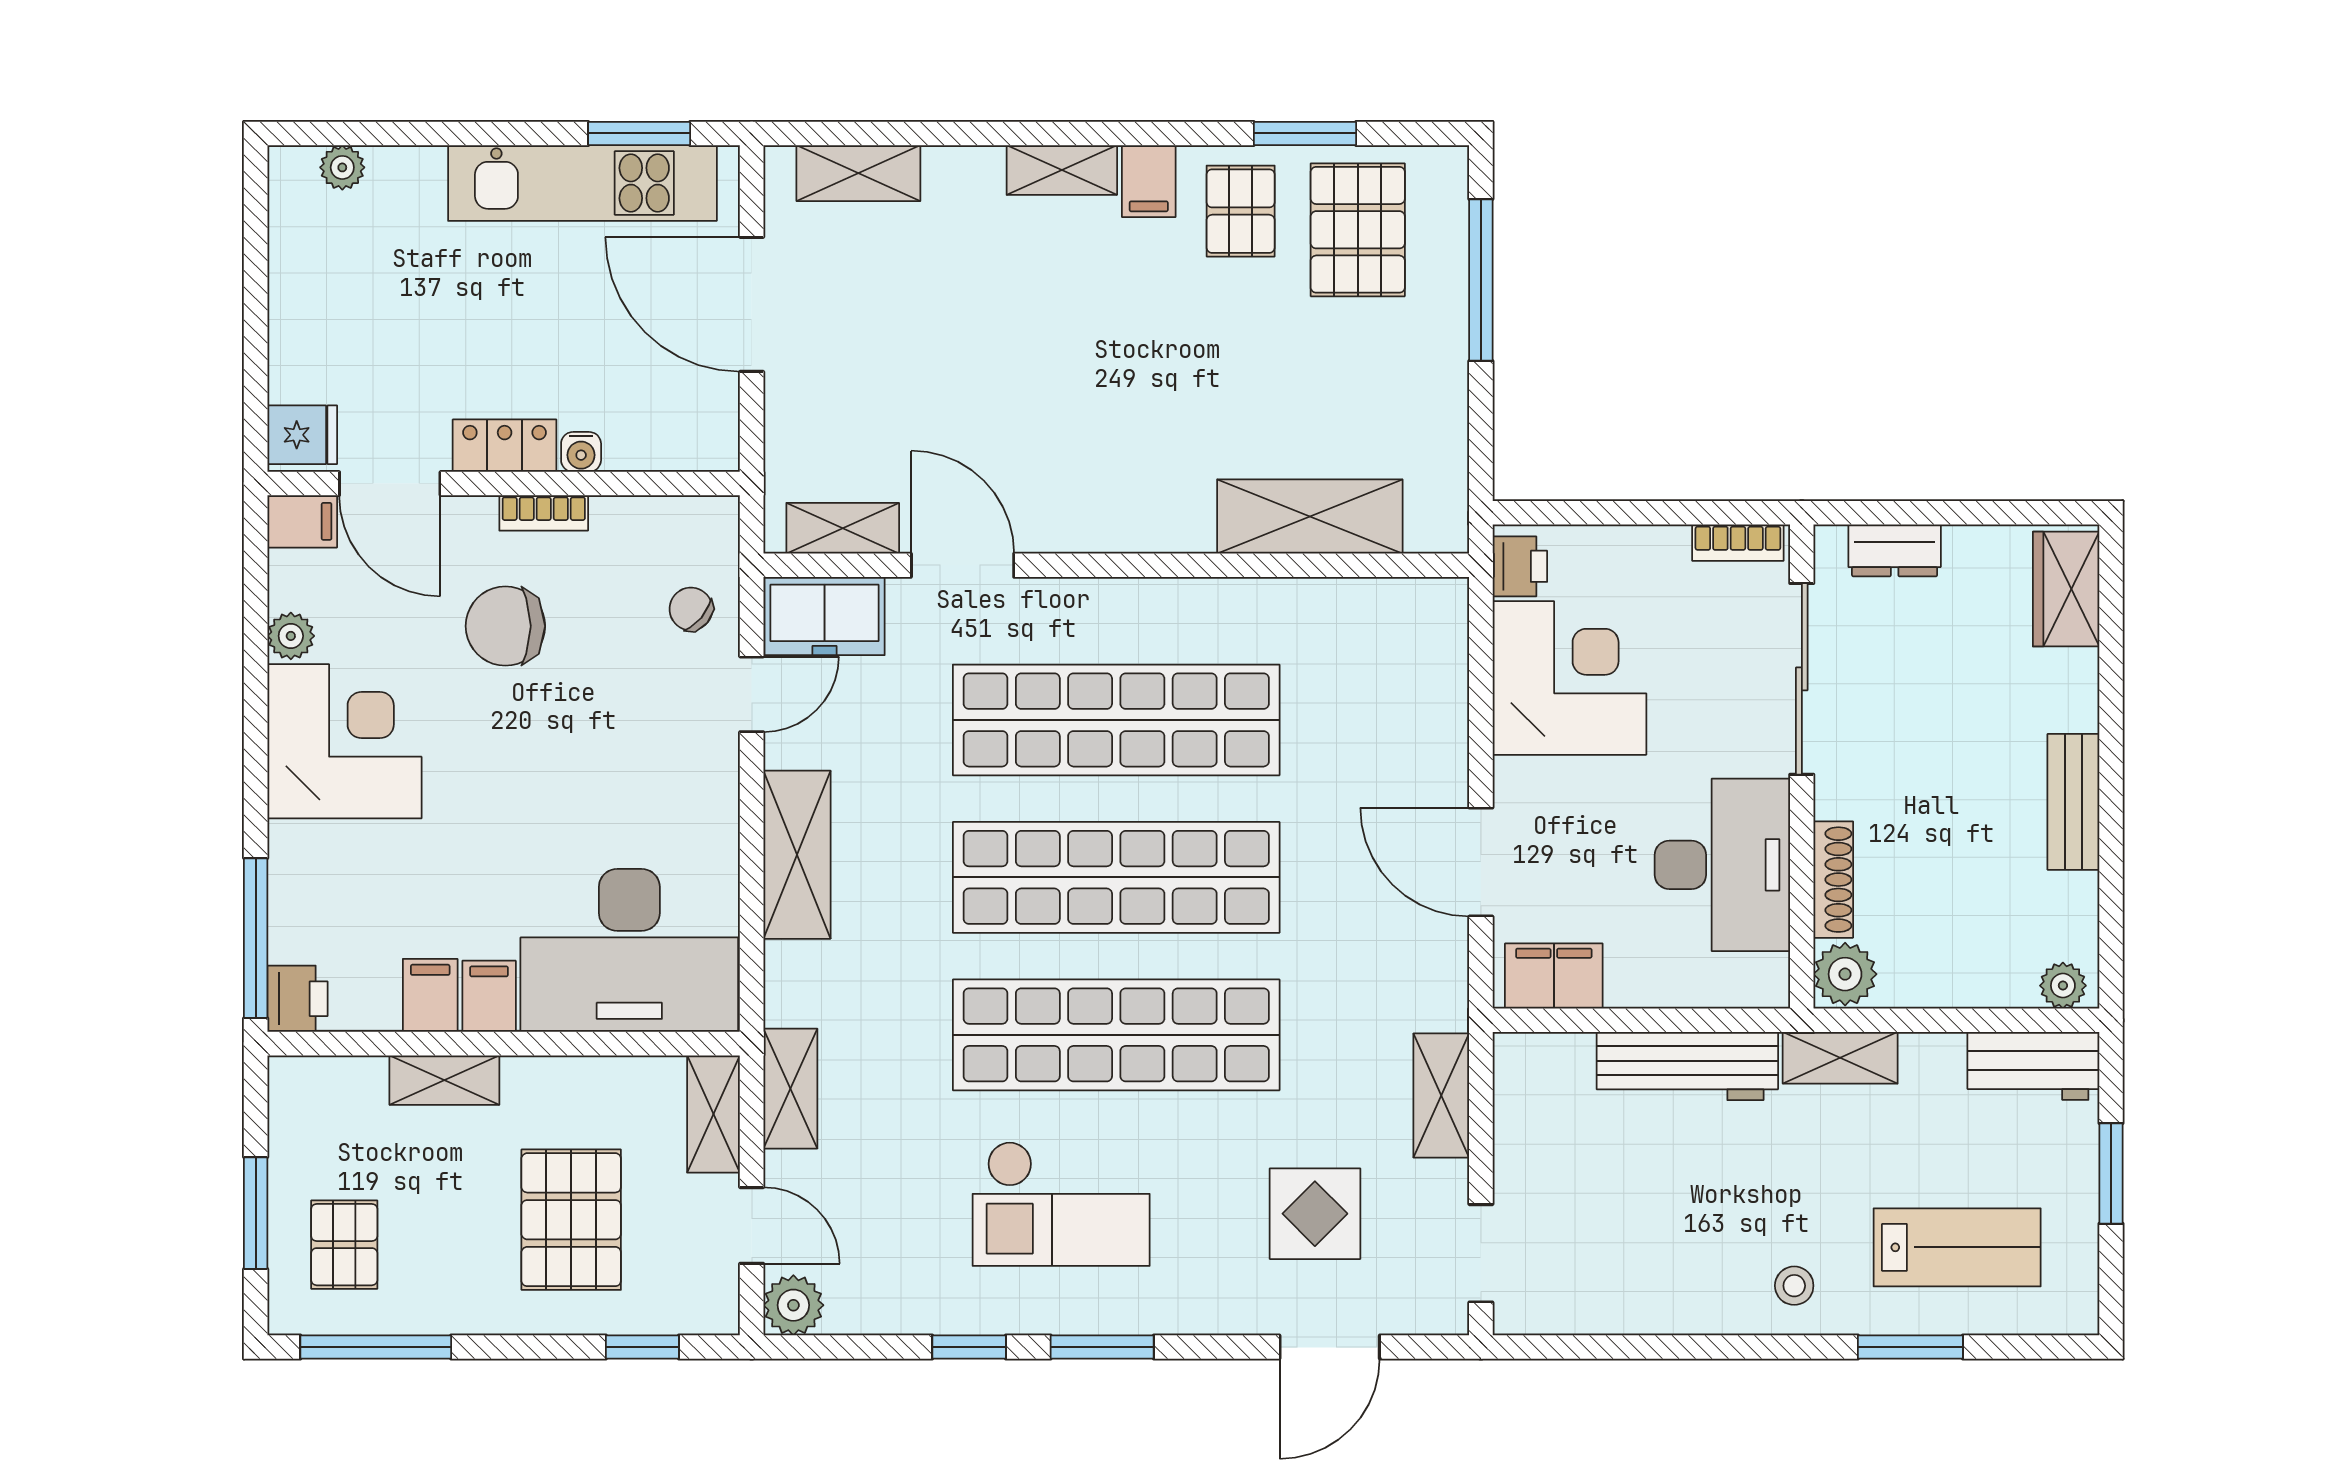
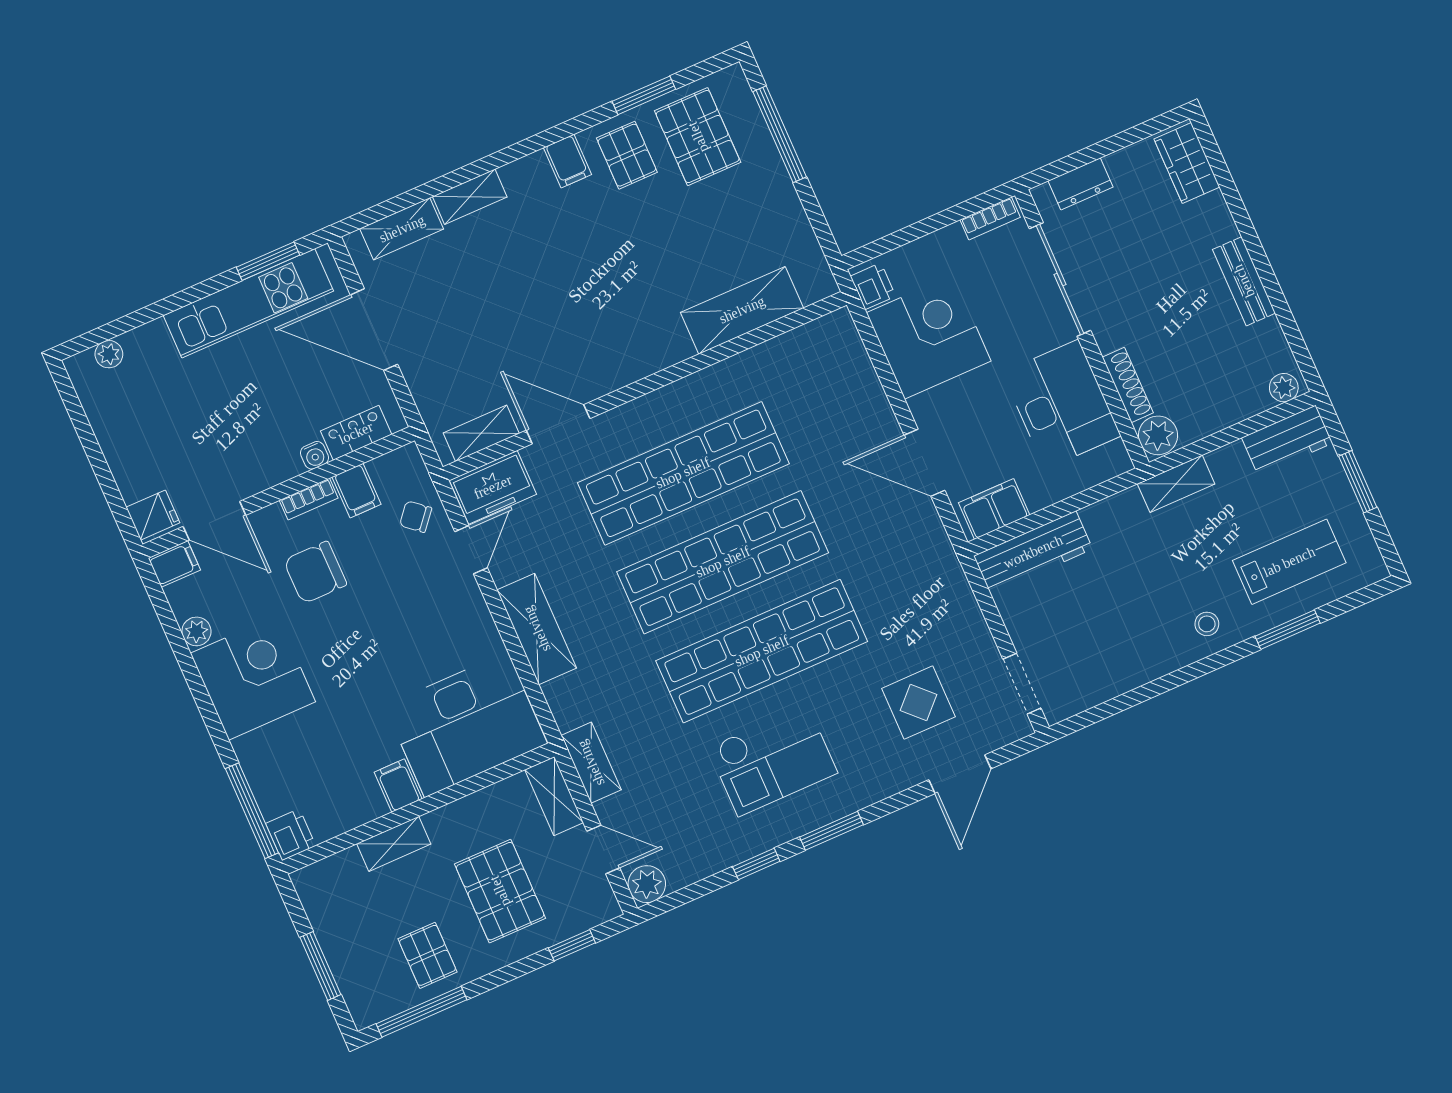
shelving: (1062, 170) -> (470, 197), moved
locker: (505, 446) -> (356, 433), moved
filing cabinet: (430, 995) -> (356, 491), moved, turned 180
workbench: (1687, 1066) -> (1033, 552), moved
shelving: (1441, 1096) -> (960, 604), removed
pallet: (344, 1245) -> (427, 955), moved

